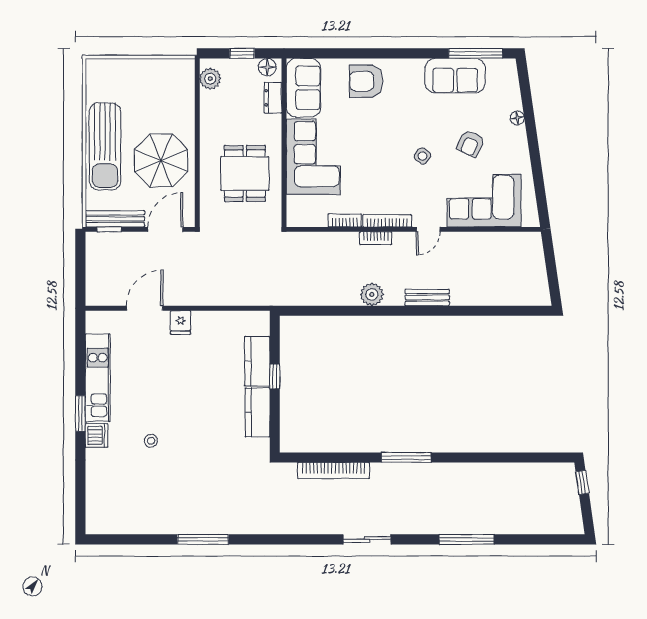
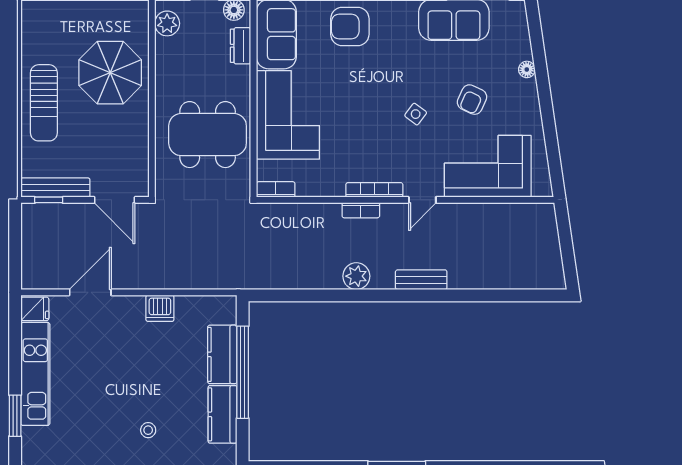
sun lounger: (105, 146) -> (44, 103), width x0.73, depth x0.75
parasol: (161, 160) -> (110, 73), moved
dining table: (245, 174) -> (208, 135), width x1.38
bookcase: (345, 220) -> (276, 189), moved
door: (165, 229) -> (115, 200), swing flipped
fridge: (180, 323) -> (35, 309), moved, turned -90
window: (275, 376) -> (243, 372), width x3.17
dishwasher: (97, 435) -> (160, 308), moved, turned 90
stool: (151, 441) -> (148, 430), moved

